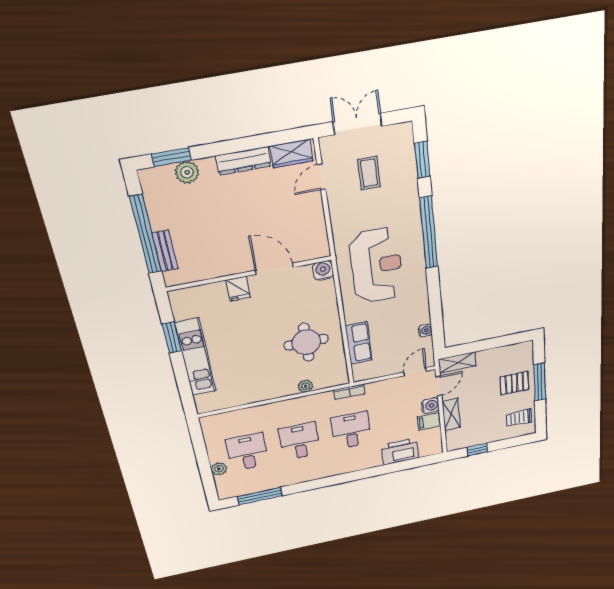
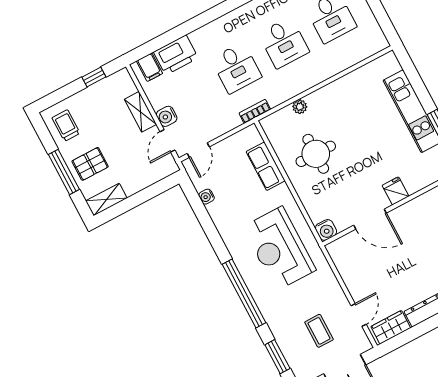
shelving: (457, 362) -> (106, 200), moved
trolley: (519, 418) -> (66, 126), turned -90
filing cabinet: (429, 421) -> (150, 67), moved, turned 90

